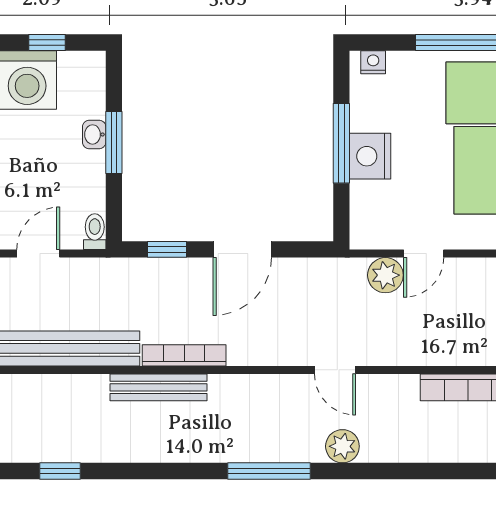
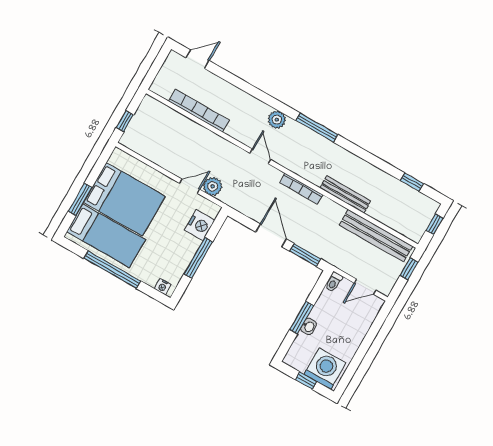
nightstand: (370, 156) -> (200, 225), moved
window: (167, 249) -> (305, 255), width x1.50
door: (242, 249) -> (271, 235), hinge flipped
bookcase: (184, 355) -> (301, 189), moved

